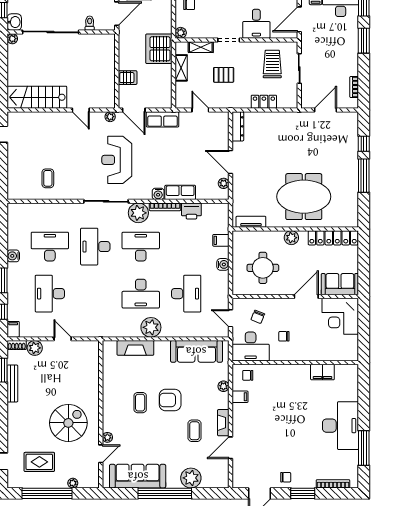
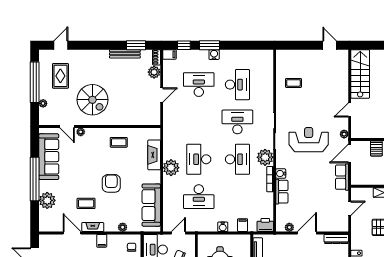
printer: (191, 211) -> (265, 225), moved, turned 90
water cooler: (13, 256) -> (214, 55), moved
filing cabinet: (240, 397) -> (102, 241), moved
coffee table: (140, 403) -> (119, 142), moved

